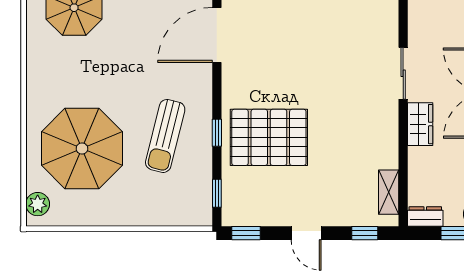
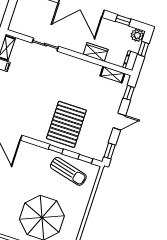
sliding door: (403, 73) -> (45, 45), moved
wardrobe: (420, 124) -> (96, 52), moved
sun lounger: (165, 136) -> (68, 171), moved

